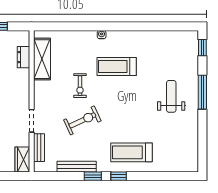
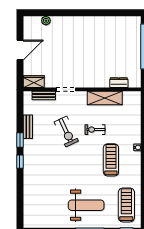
shelving: (42, 59) -> (105, 98), moved
weight bench: (171, 96) -> (86, 205), width x1.36, depth x1.33
treadmill: (132, 152) -> (126, 205), moved
bench: (77, 167) -> (28, 127), width x0.73

